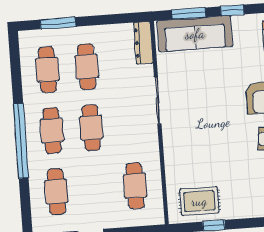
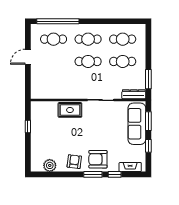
window: (58, 23) -> (148, 79), moved
window: (21, 141) -> (58, 21), moved
cafe table: (135, 186) -> (54, 84), removed
rug: (199, 201) -> (70, 110), moved, turned 90

